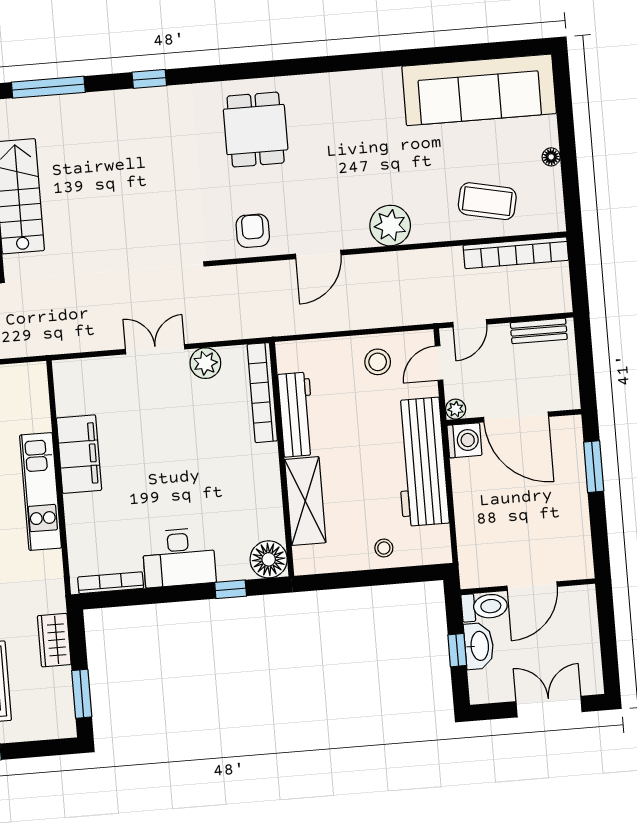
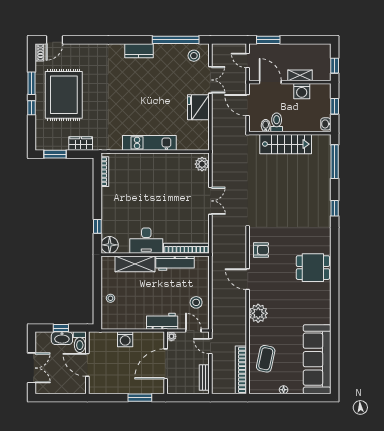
dining table: (256, 130) -> (313, 268), moved
plant: (205, 363) -> (202, 164), moved
washing machine: (464, 440) -> (125, 339), moved
filing cabinet: (79, 454) -> (165, 162), removed
workbench: (421, 462) -> (162, 321), width x0.53, depth x0.76
desk: (179, 557) -> (146, 241), moved, turned -90

